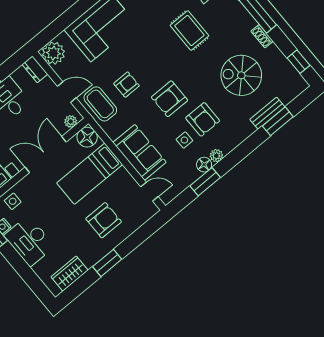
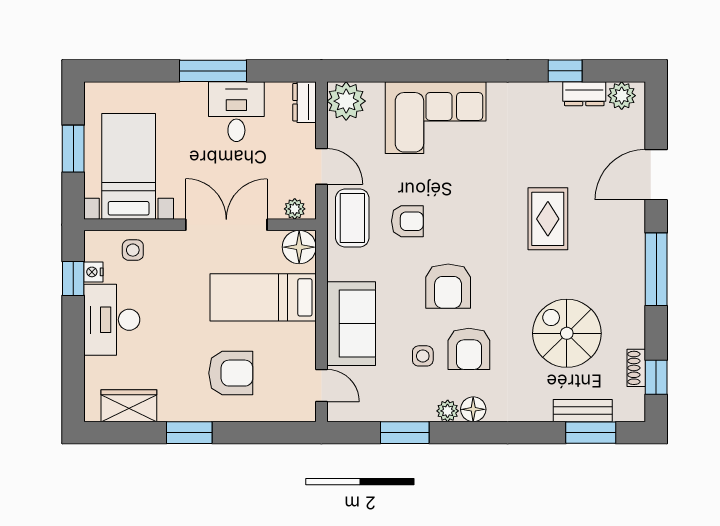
shoe rack: (262, 36) -> (636, 368), moved
armchair: (170, 99) -> (448, 286), turned -90
bench: (267, 113) -> (583, 411), moved
window: (278, 121) -> (591, 433), moved
floor lamp: (204, 165) -> (473, 409), moved

